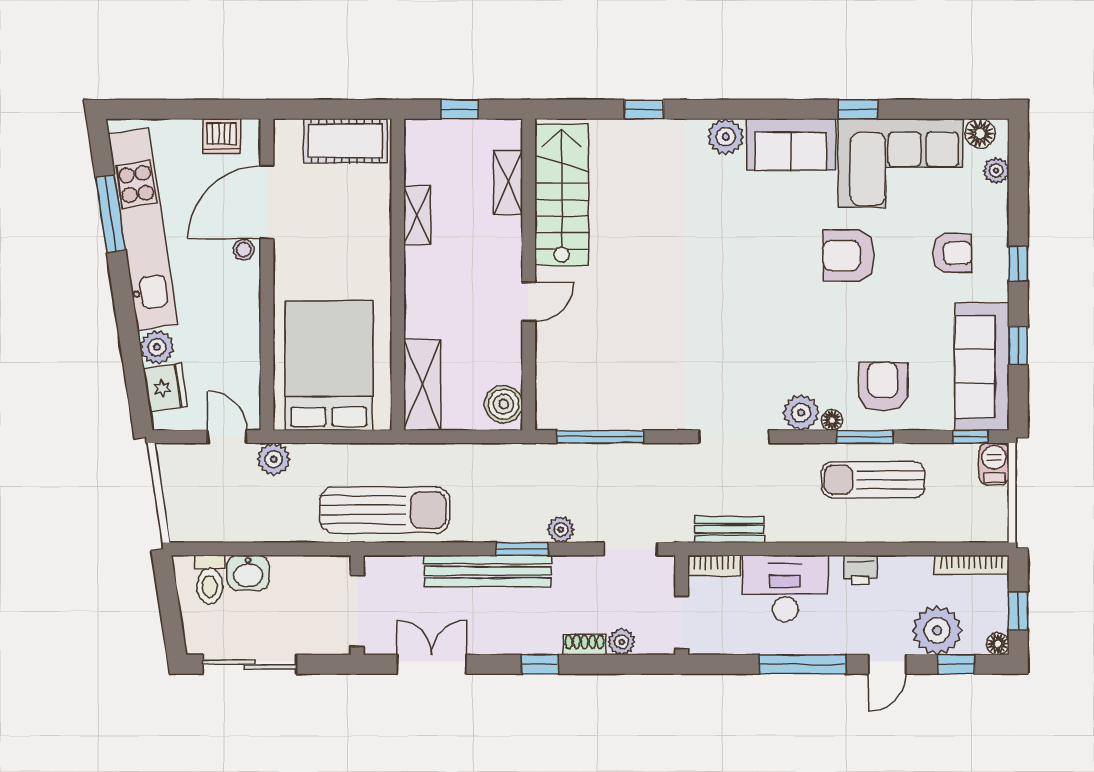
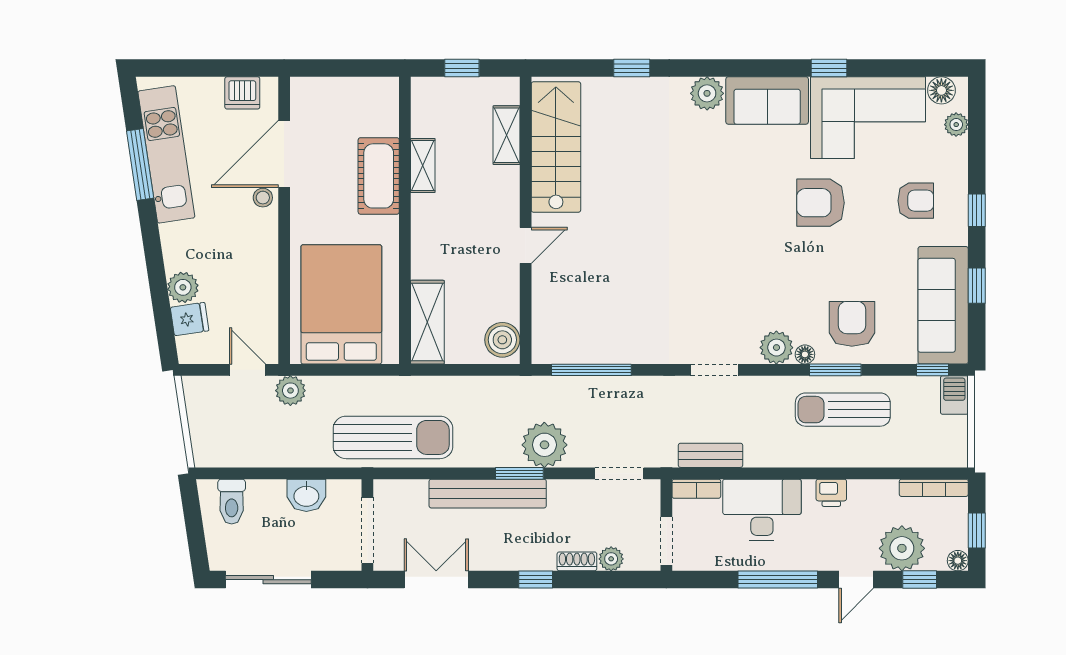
cot: (345, 141) -> (379, 176), moved, turned 90
kitchen unit: (143, 229) -> (166, 154), width x0.73
fridge: (165, 388) -> (190, 319), width x0.72
doorway: (734, 437) -> (715, 370), width x0.73
plant: (561, 530) -> (544, 445), width x1.88, depth x1.88
washbasin: (248, 573) -> (306, 495), moved

